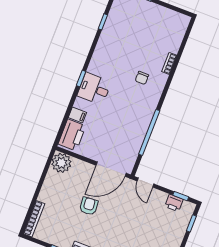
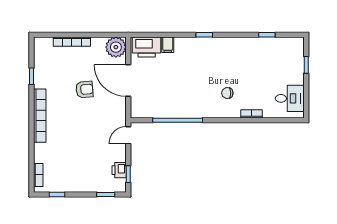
desk: (94, 89) -> (290, 98), moved, turned 90
door: (111, 169) -> (128, 81), moved
bookcase: (34, 219) -> (72, 42), moved

